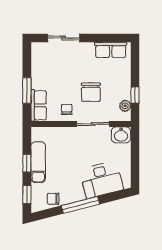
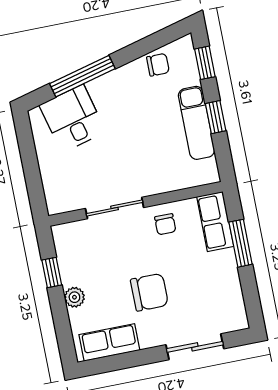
chair: (91, 92) -> (149, 292), moved, turned 90
plant: (125, 106) -> (74, 297), moved
washbasin: (121, 135) -> (62, 199), removed
desk: (101, 180) -> (73, 119), width x0.73
window: (80, 205) -> (82, 76), moved

